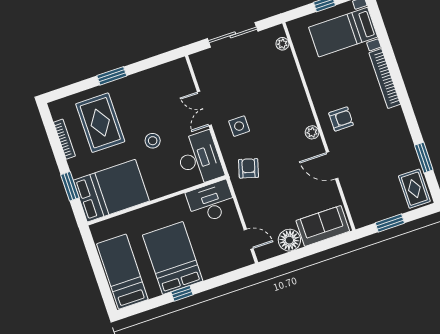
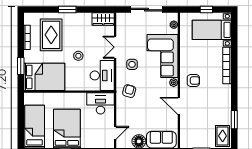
wardrobe: (171, 72) -> (103, 19), added
corner sofa: (281, 98) -> (162, 56), added
door: (249, 239) -> (115, 133), hinge flipped

